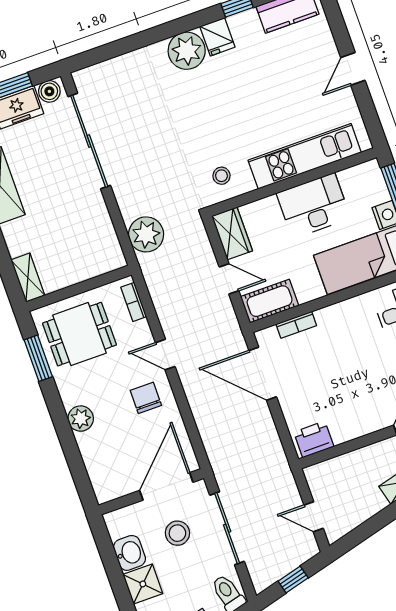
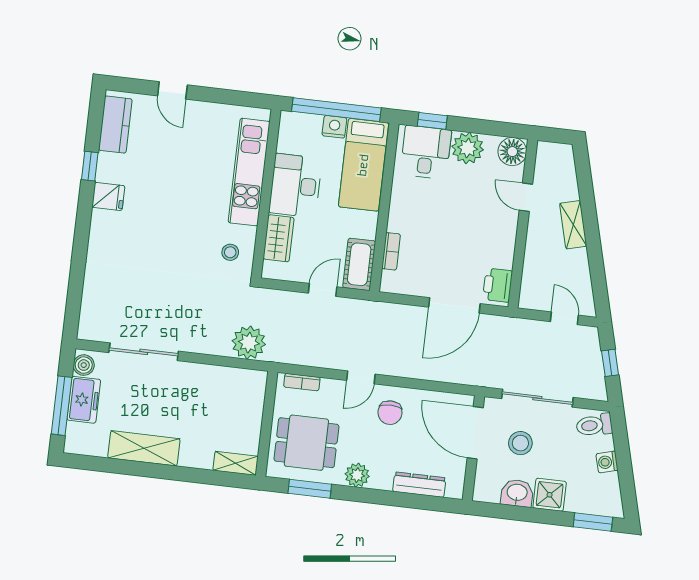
plant: (187, 51) -> (107, 229), removed
door: (353, 69) -> (172, 90), moved
sliding door: (89, 141) -> (144, 352), width x0.73
wardrobe: (232, 233) -> (279, 238), moved, turned 90
dining table: (79, 334) -> (306, 443), turned 90
door: (263, 374) -> (454, 305), moved
chair: (146, 398) -> (390, 413), turned -90
plant: (81, 419) -> (357, 475), moved
dresser: (92, 458) -> (419, 485), added
door: (314, 517) -> (564, 318), swing flipped

